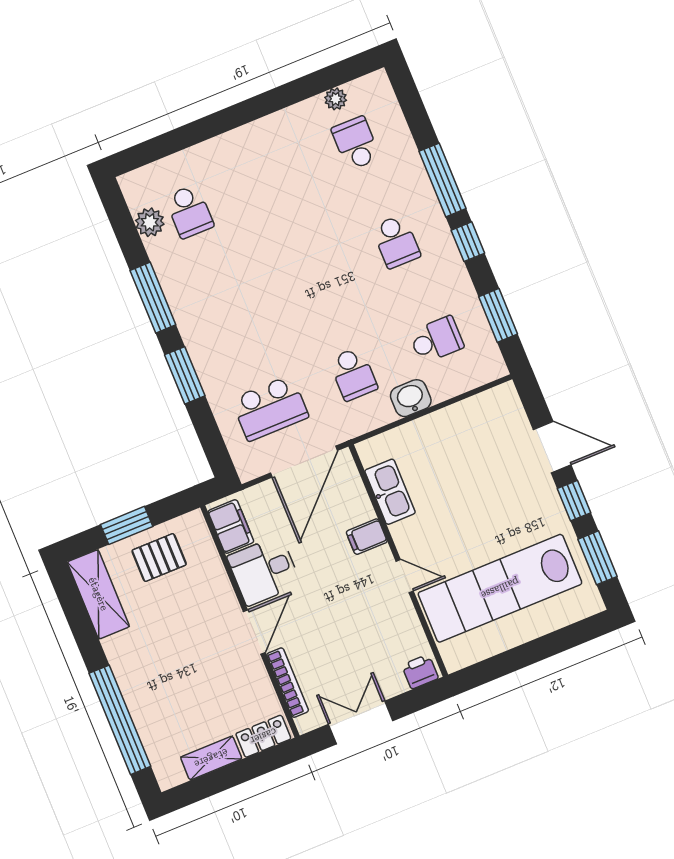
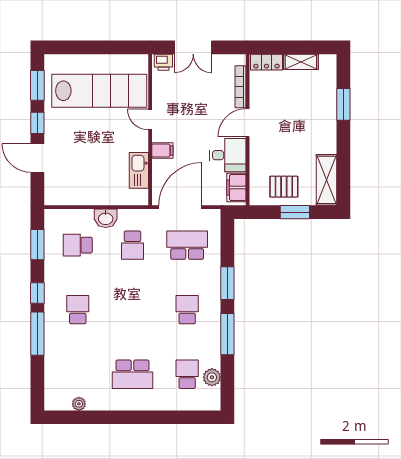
school desk: (356, 143) -> (132, 374), moved, width x1.85
school desk: (230, 310) -> (187, 310), added
school desk: (353, 374) -> (132, 245), turned 180
window: (120, 720) -> (343, 104), width x0.47
double door: (361, 722) -> (193, 47), moved

